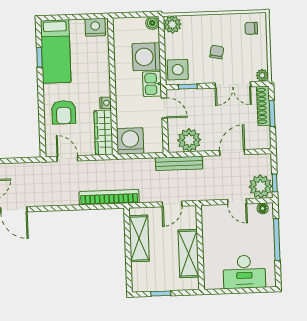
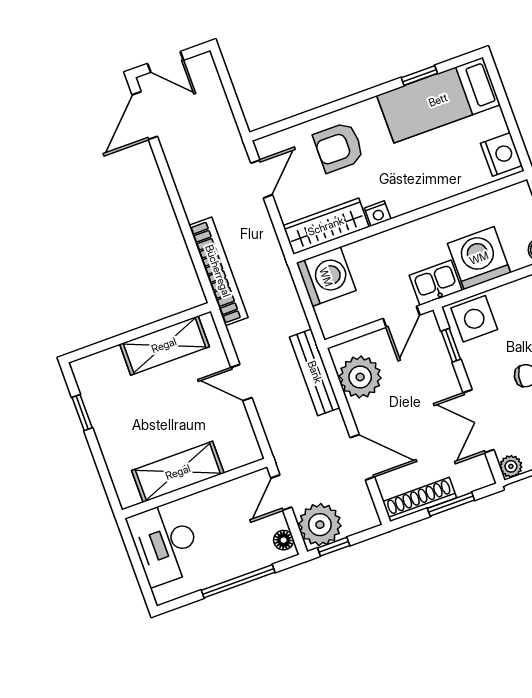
shoe rack: (263, 106) -> (420, 500), moved
wall: (200, 248) -> (195, 488), moved
shelving: (188, 254) -> (178, 472), moved

